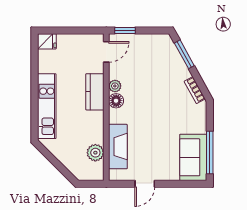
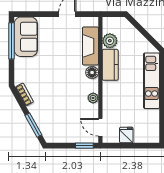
fridge: (47, 41) -> (126, 135), moved, turned 90
door: (106, 52) -> (100, 127), hinge flipped
kitchen counter: (95, 92) -> (110, 65), moved
floor lamp: (116, 101) -> (92, 73), moved

